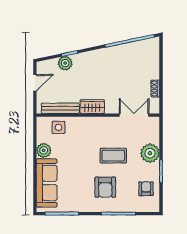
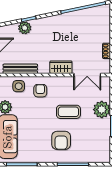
wardrobe: (92, 107) -> (61, 67), moved
double door: (134, 115) -> (87, 75), swing flipped
armchair: (146, 189) -> (40, 91), moved

